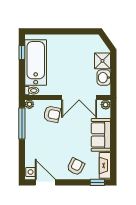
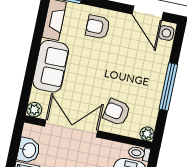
window: (22, 123) -> (168, 87), moved
armchair: (76, 167) -> (98, 27), turned 63

